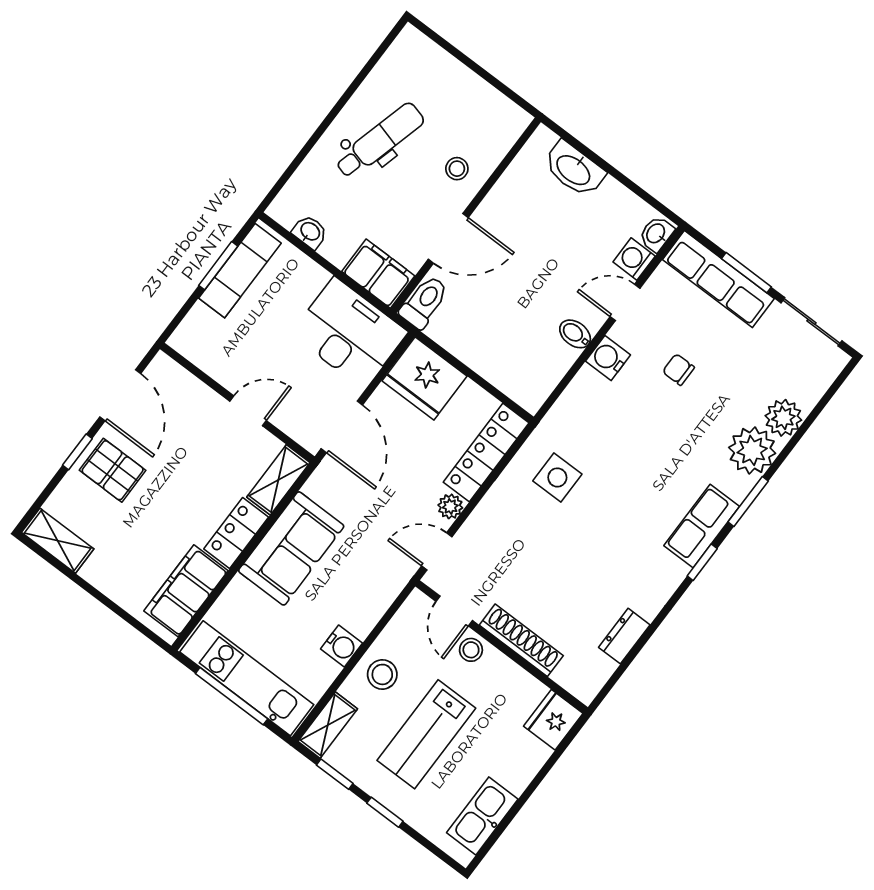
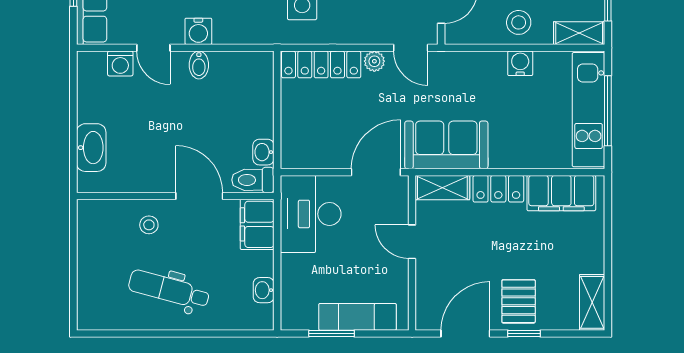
washbasin: (656, 234) -> (263, 152), moved, turned 90
exam couch: (240, 271) -> (357, 317), moved
fridge: (425, 379) -> (303, 142), removed
sofa: (291, 548) -> (446, 145), moved

